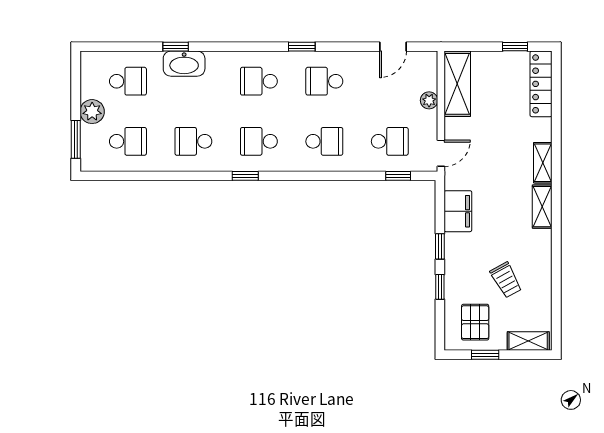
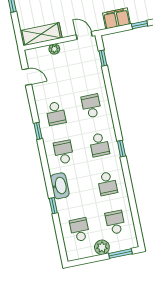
washbasin: (184, 64) -> (60, 186), moved
school desk: (259, 81) -> (64, 152), turned 180
school desk: (390, 141) -> (83, 67), removed

